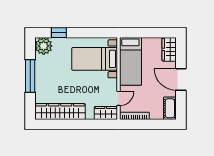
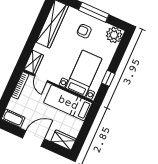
window: (59, 33) -> (108, 78), moved
armchair: (53, 77) -> (84, 31), added

